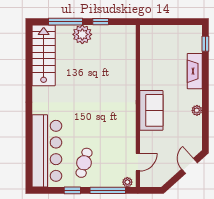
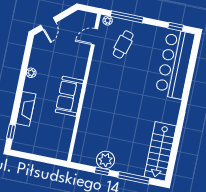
plant: (82, 34) -> (105, 160), moved
sofa: (151, 110) -> (69, 96), moved
cafe table: (84, 163) -> (123, 44), moved
window: (72, 190) -> (176, 27), moved

